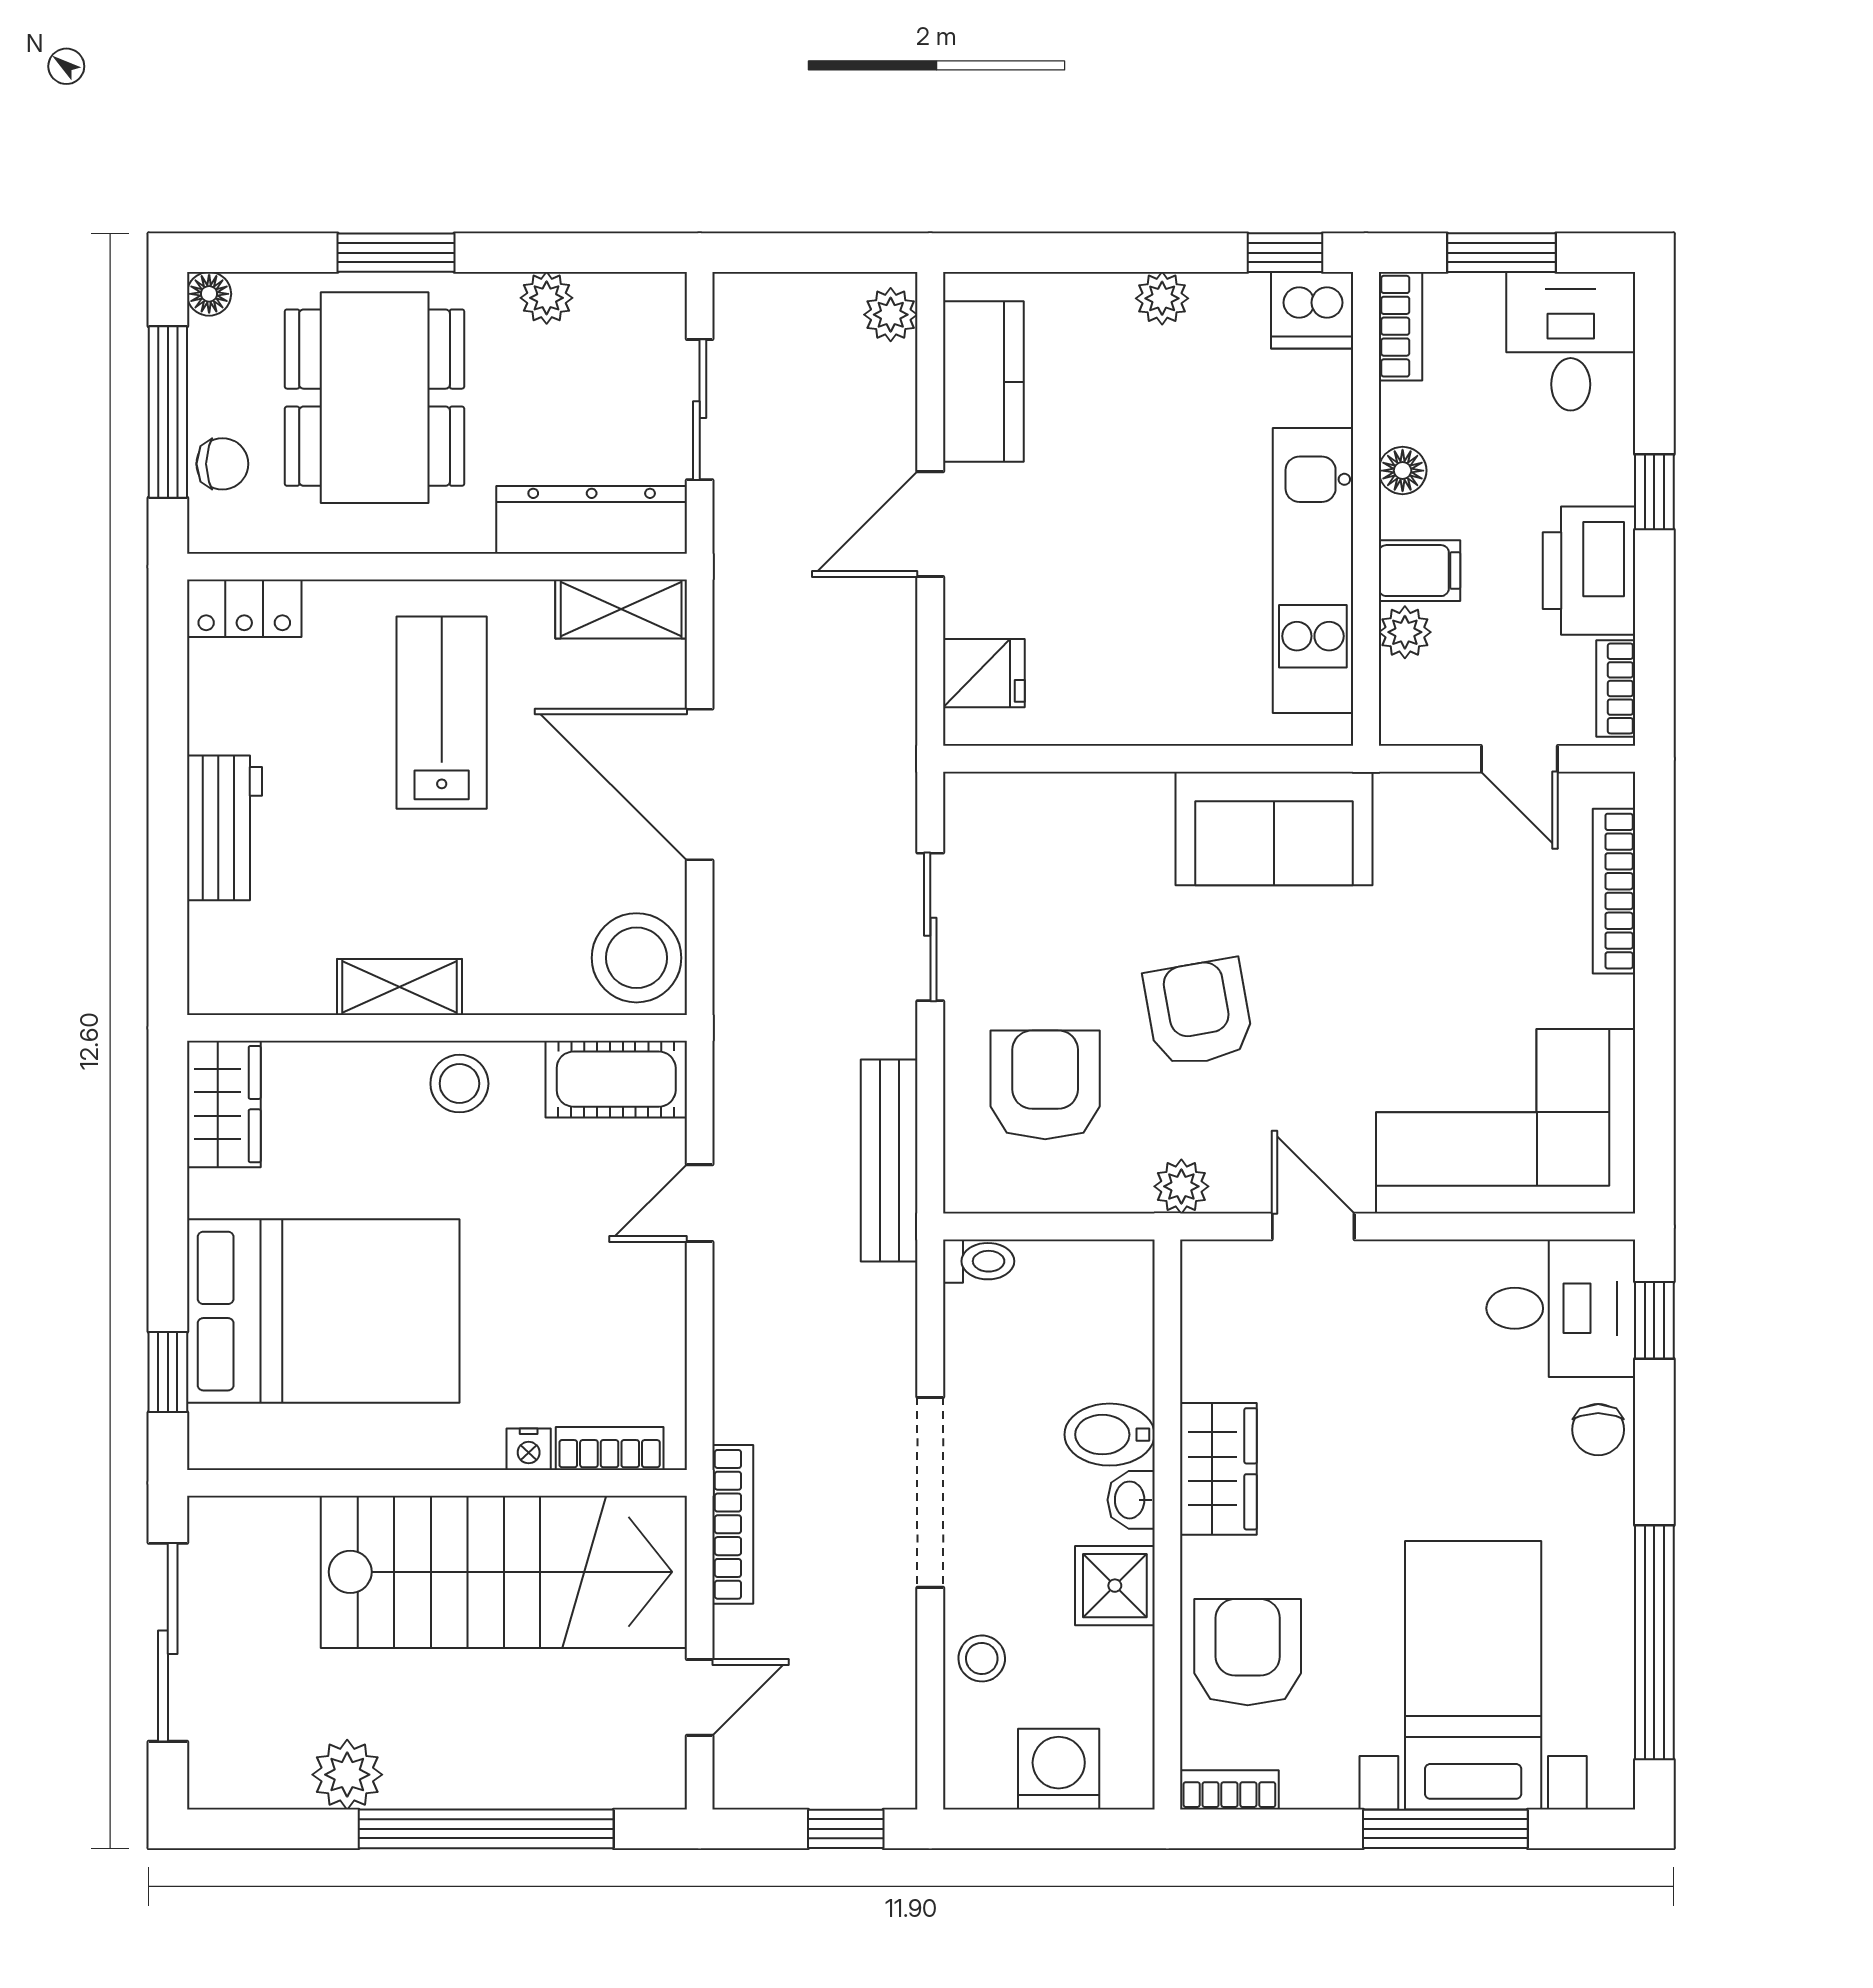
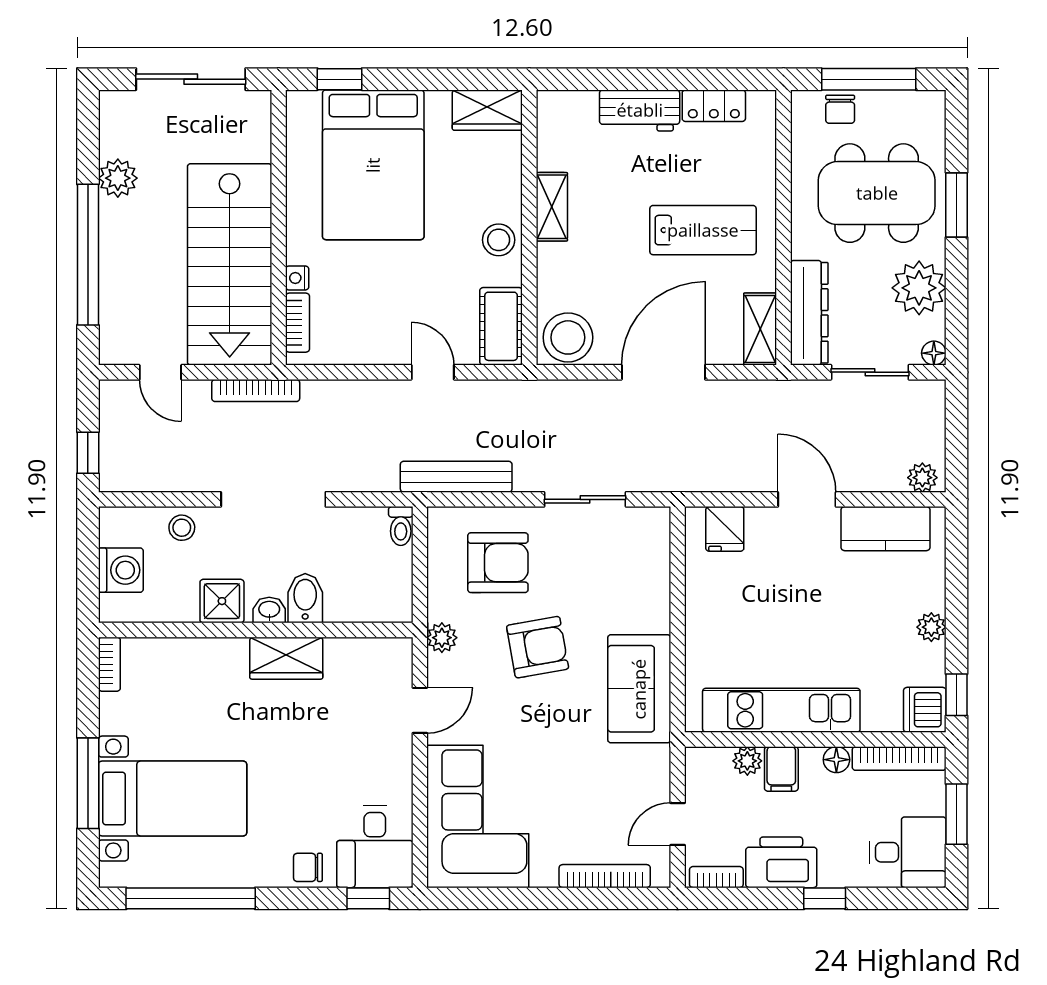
floor lamp: (209, 294) -> (934, 353), moved
plant: (547, 298) -> (919, 288), width x1.88, depth x1.88
bookcase: (1401, 326) -> (899, 759), width x1.56
locker: (244, 608) -> (714, 106), moved, turned -90
armchair: (1248, 1652) -> (185, 674), removed

